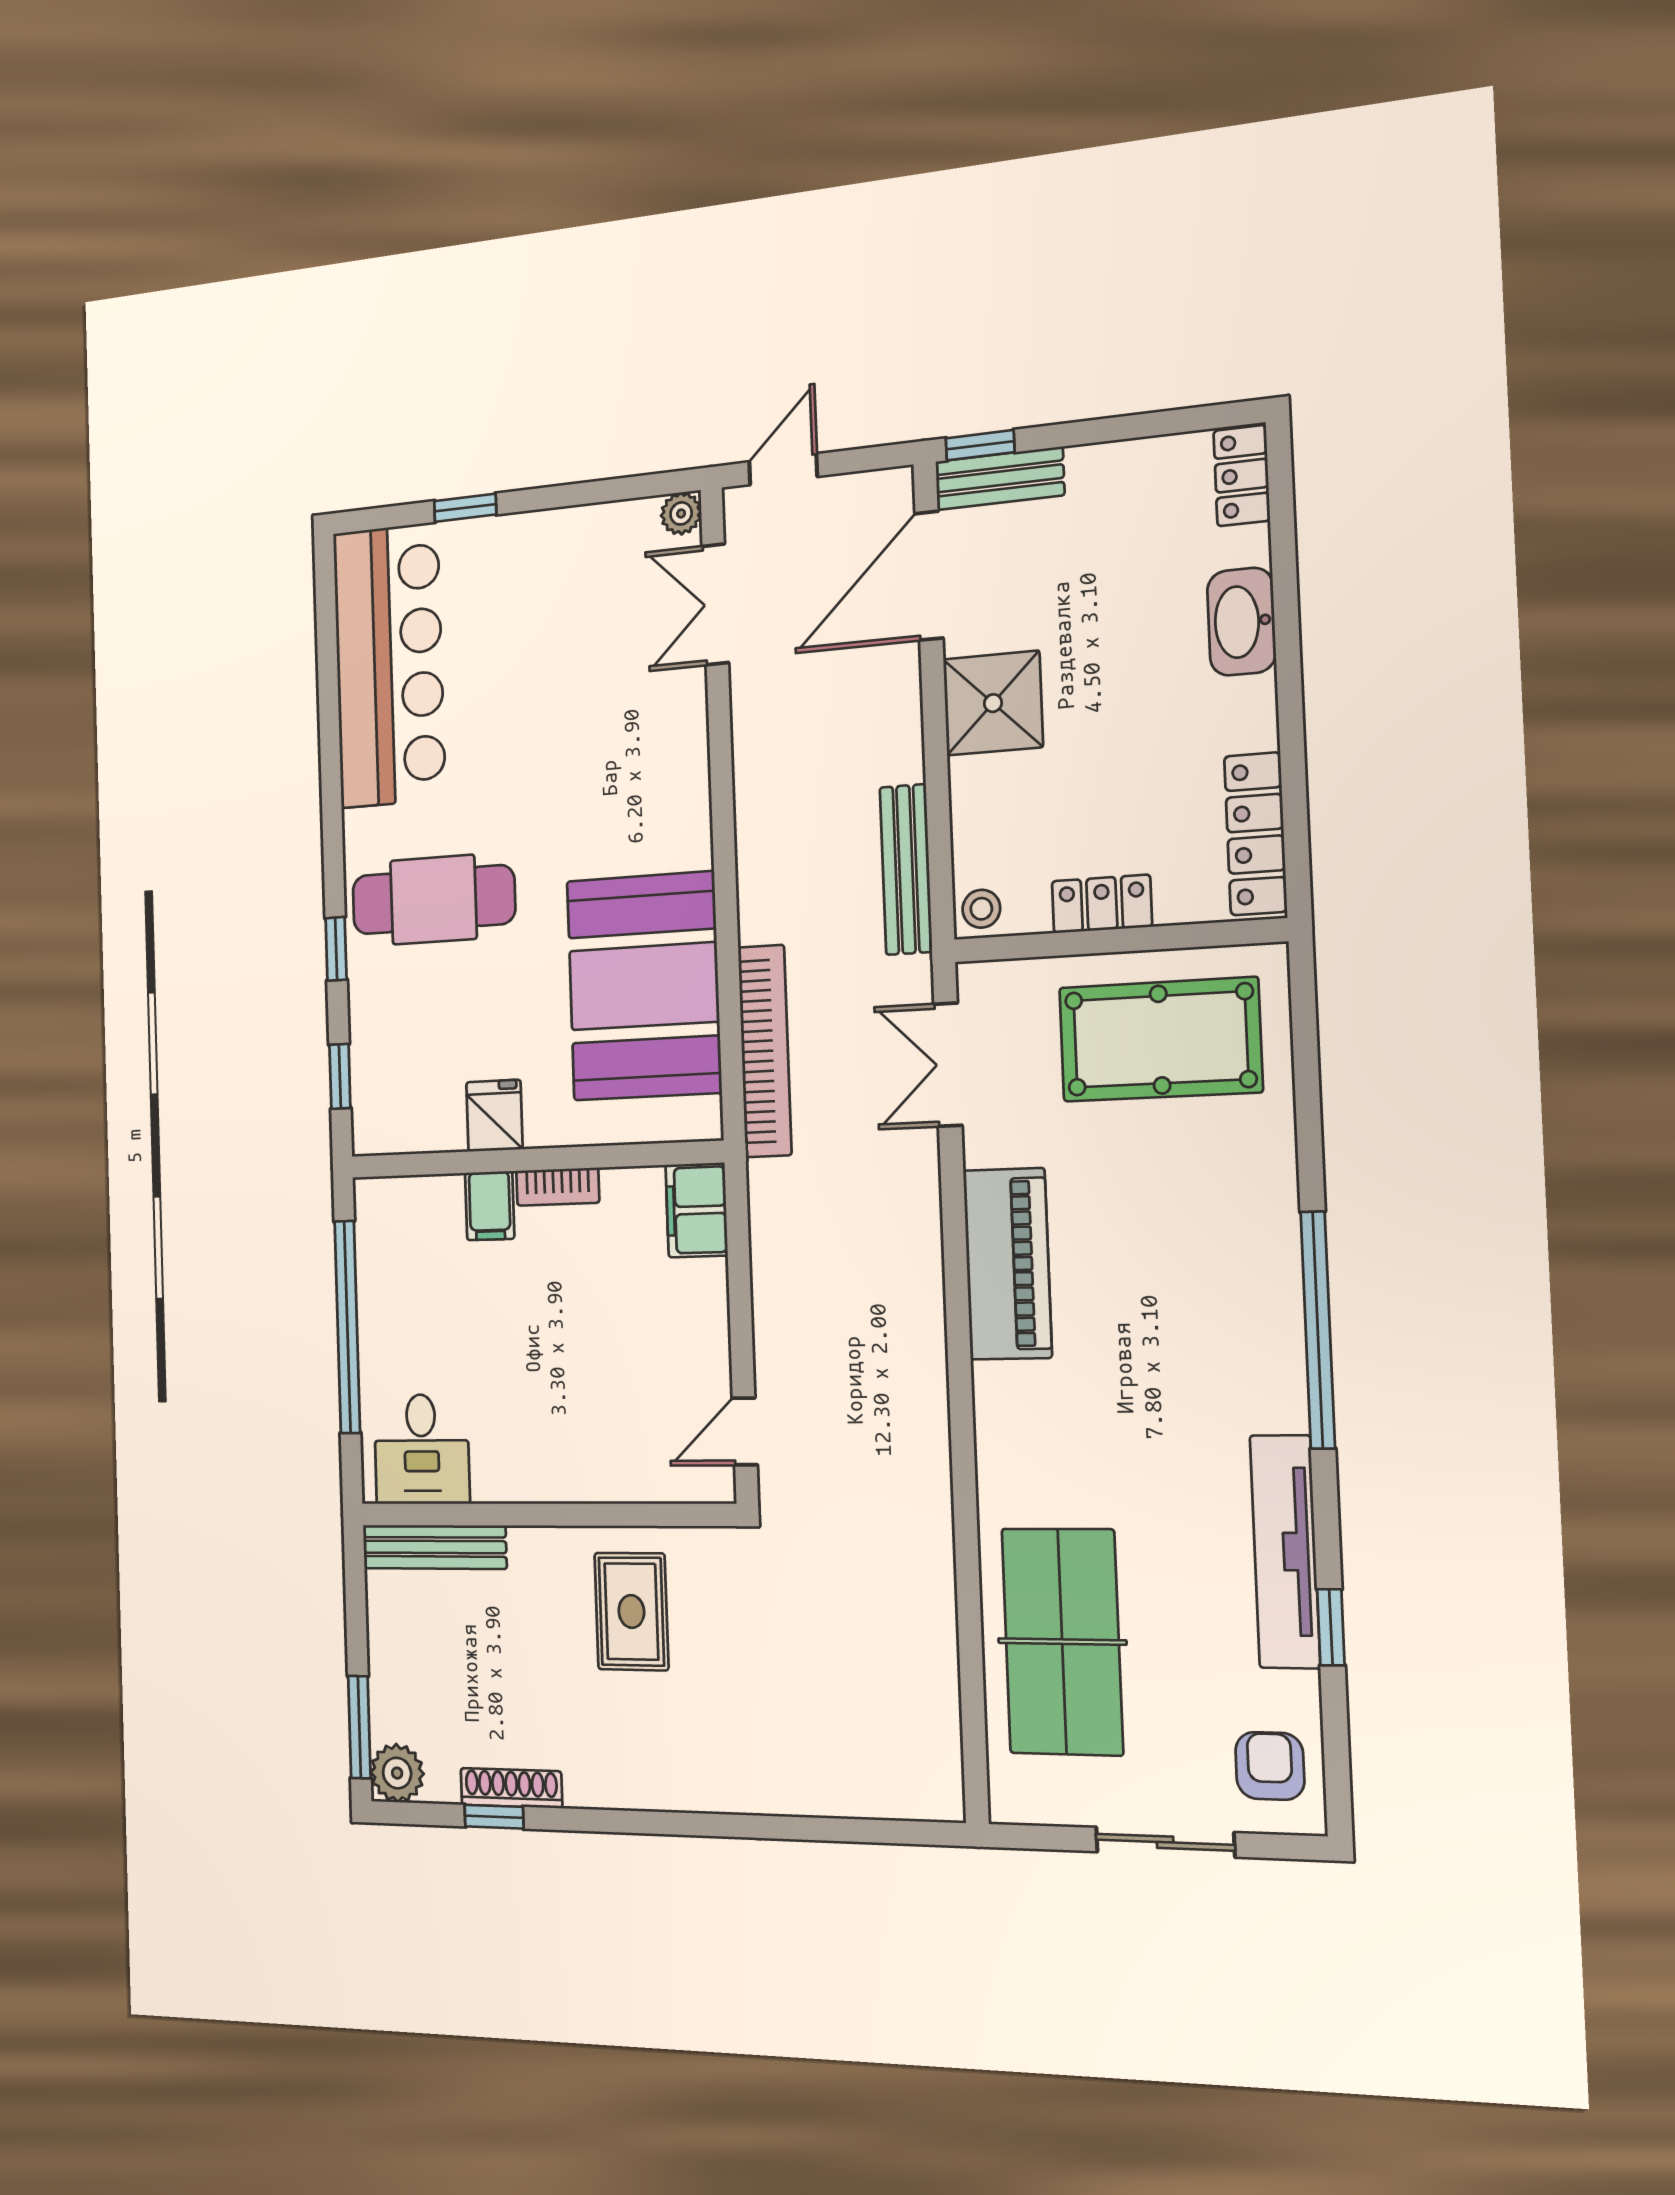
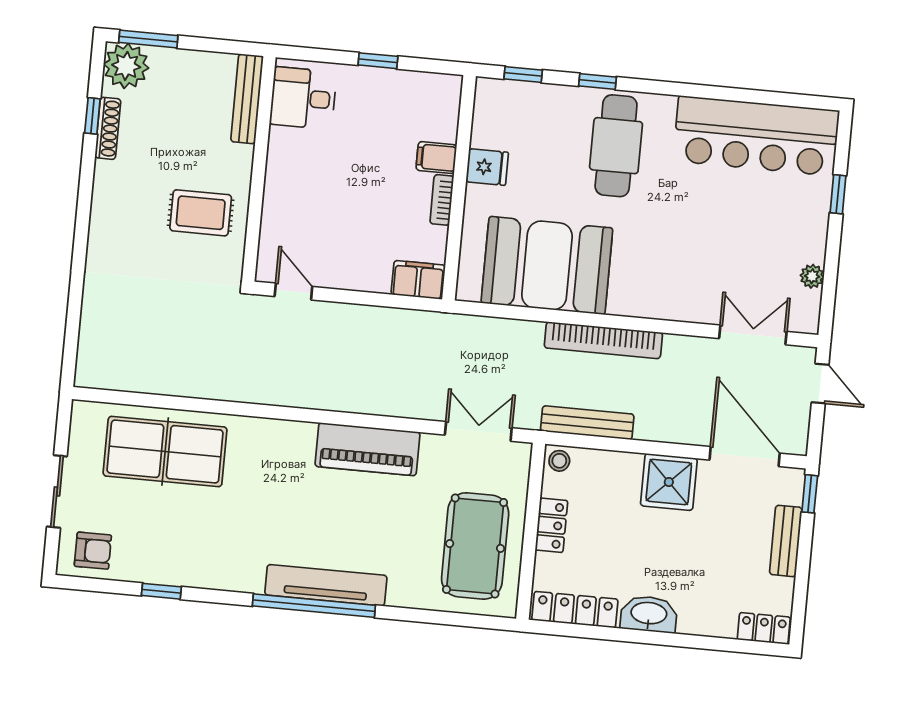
bench: (1000, 478) -> (786, 541), moved
plant: (681, 513) -> (812, 276), moved
washbasin: (1241, 622) -> (649, 614), moved
bookcase: (765, 1051) -> (603, 340), moved
window: (347, 1327) -> (378, 61), width x0.32
tv unit: (1285, 1552) -> (326, 585), moved
plant: (397, 1773) -> (126, 66), width x1.36, depth x1.36

